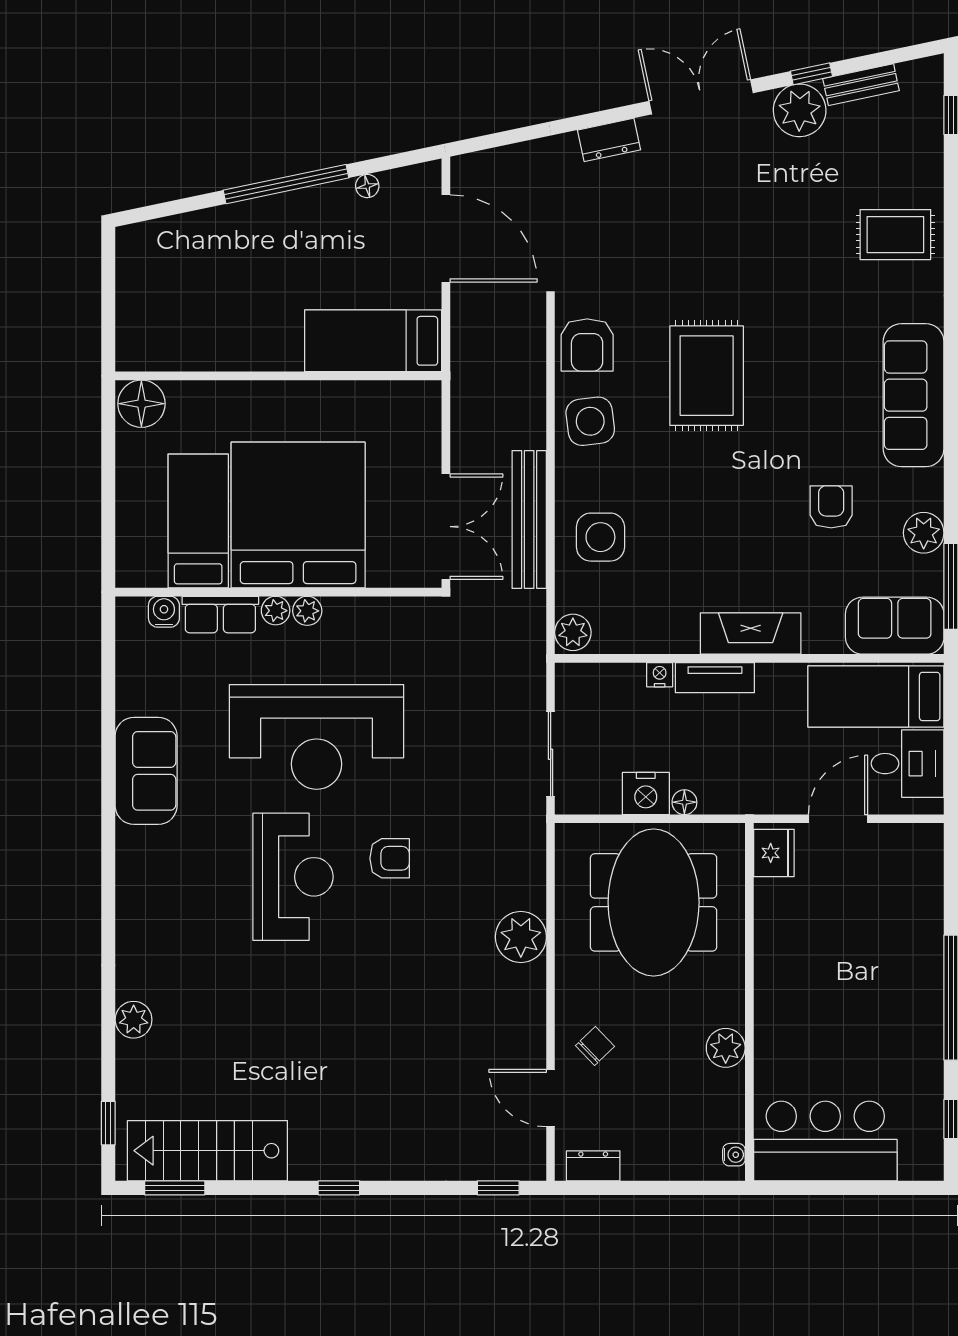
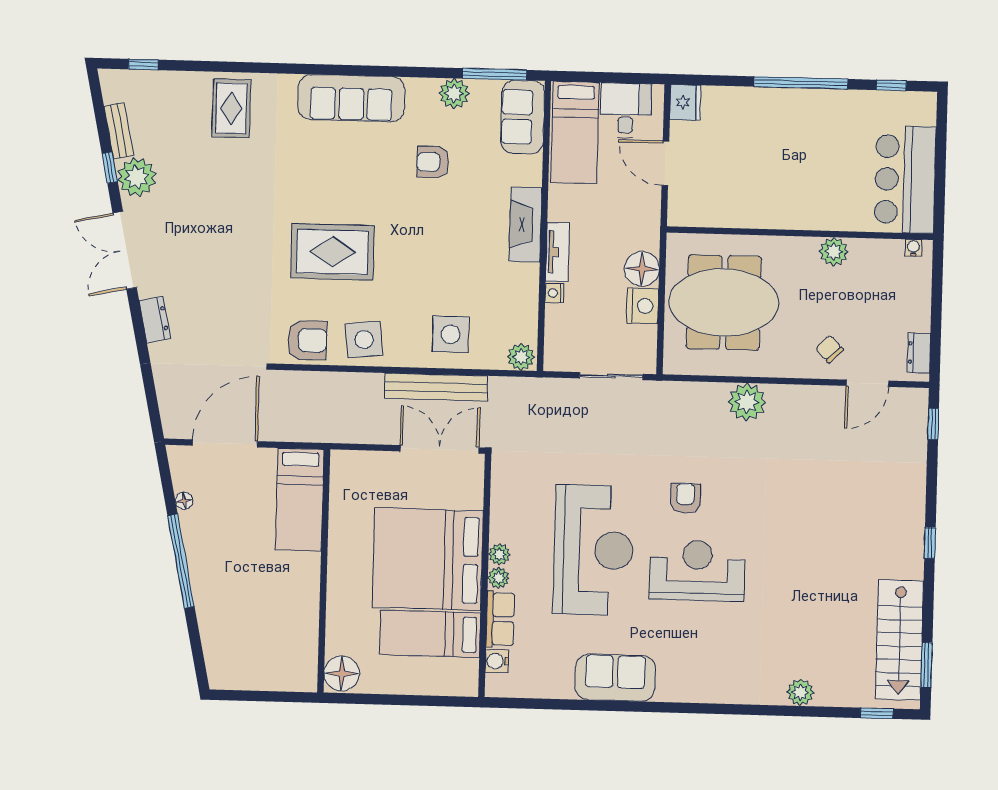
floor lamp: (684, 802) -> (642, 269), width x1.89, depth x1.89
fridge: (774, 853) -> (685, 102), moved, turned 90

